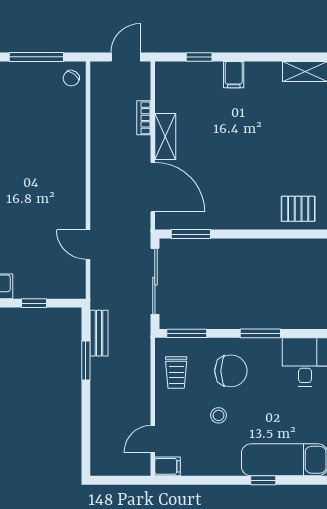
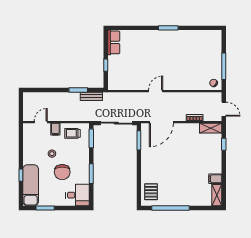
filing cabinet: (234, 75) -> (215, 179), moved
shelving: (165, 137) -> (211, 128), moved
door: (88, 245) -> (156, 91), moved
chair: (231, 371) -> (62, 172), moved
door: (153, 439) -> (41, 122), hinge flipped
filing cabinet: (168, 466) -> (55, 129), moved

